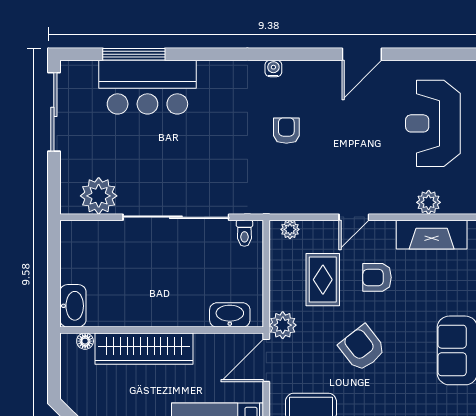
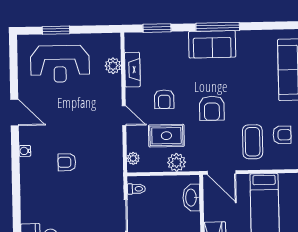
water cooler: (273, 68) -> (25, 151), moved
fireplace: (432, 235) -> (132, 70), width x0.73, depth x0.76
plant: (283, 325) -> (177, 162), moved
armchair: (362, 348) -> (212, 108), turned -52

